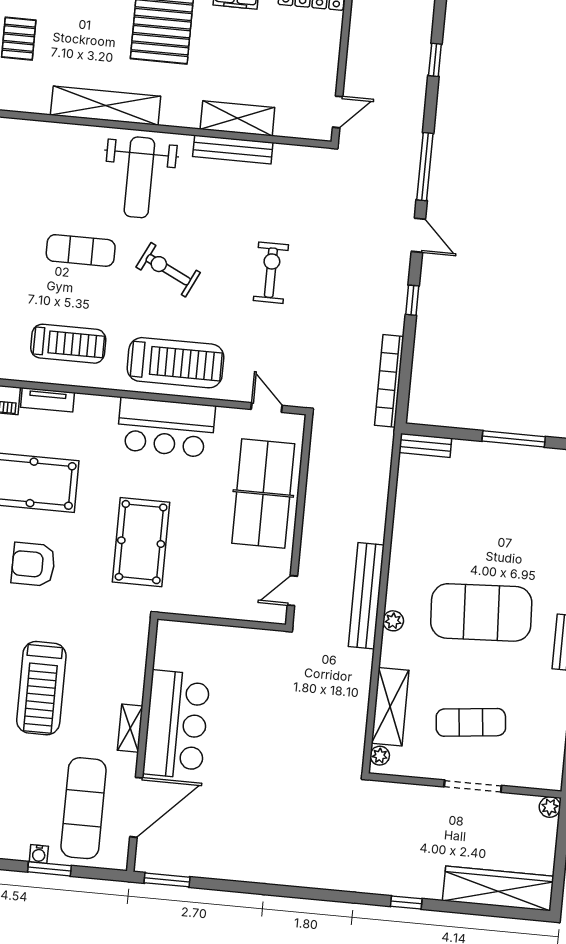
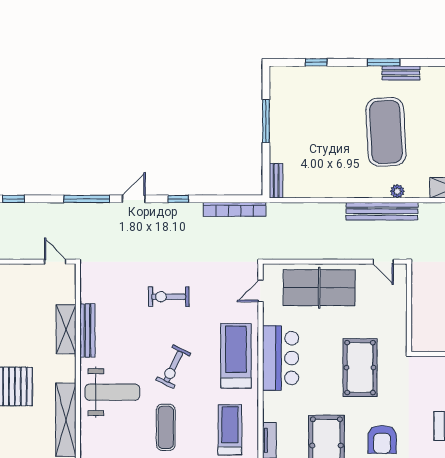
pool table: (141, 542) -> (360, 368), turned 90

